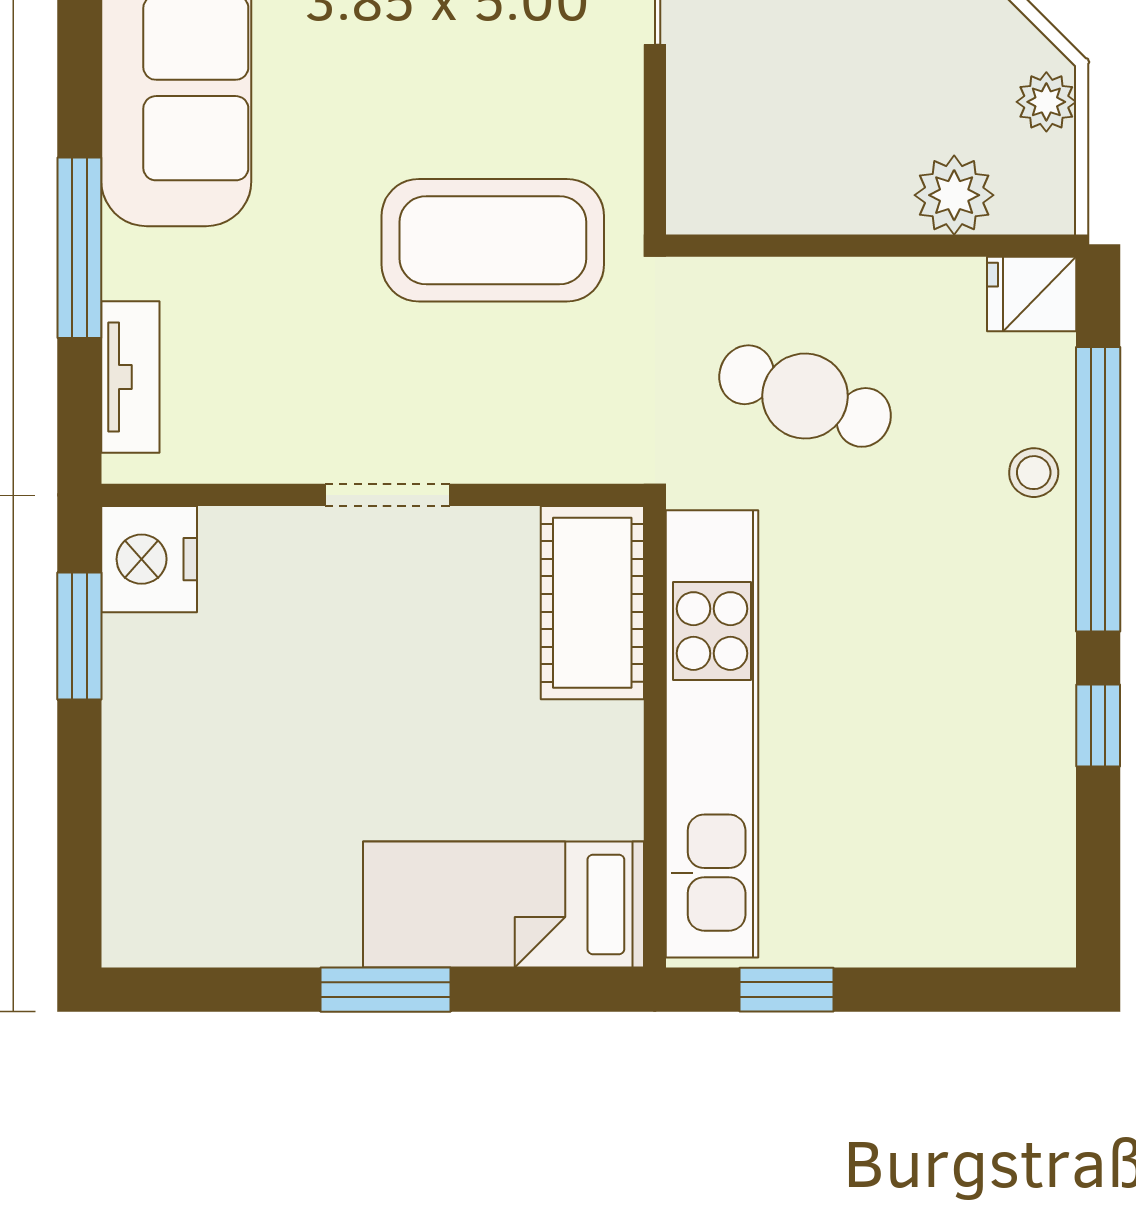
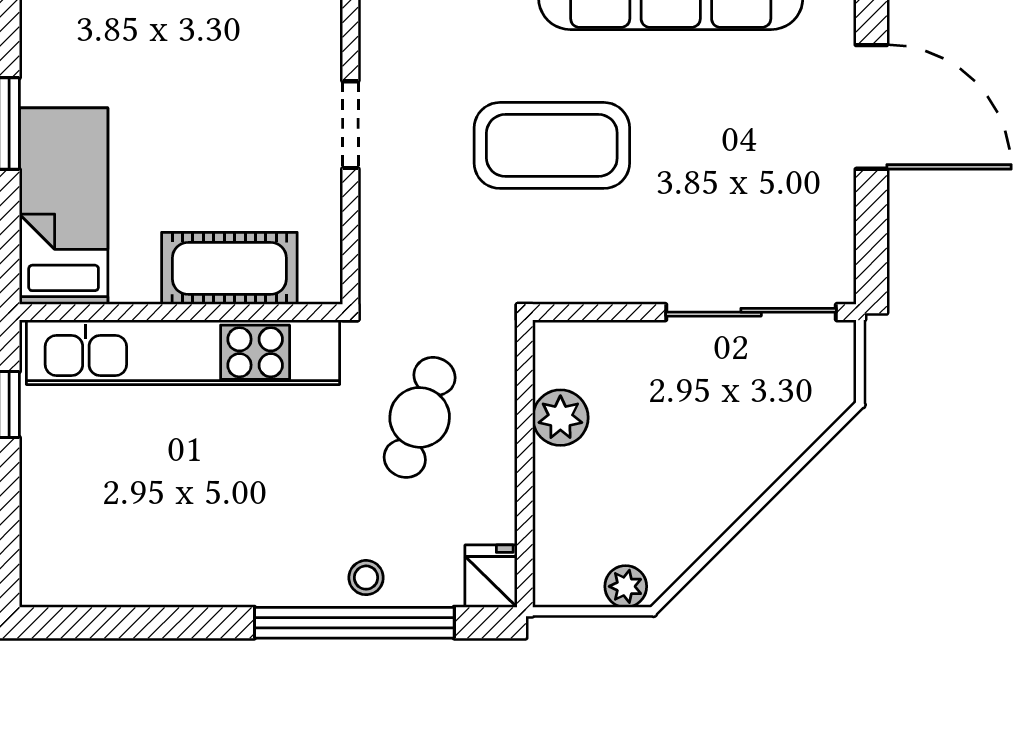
plant: (954, 195) -> (560, 418), moved
coffee table: (493, 240) -> (552, 145), moved, turned 90
cot: (592, 603) -> (229, 268), moved
window: (1098, 725) -> (189, 623), removed

